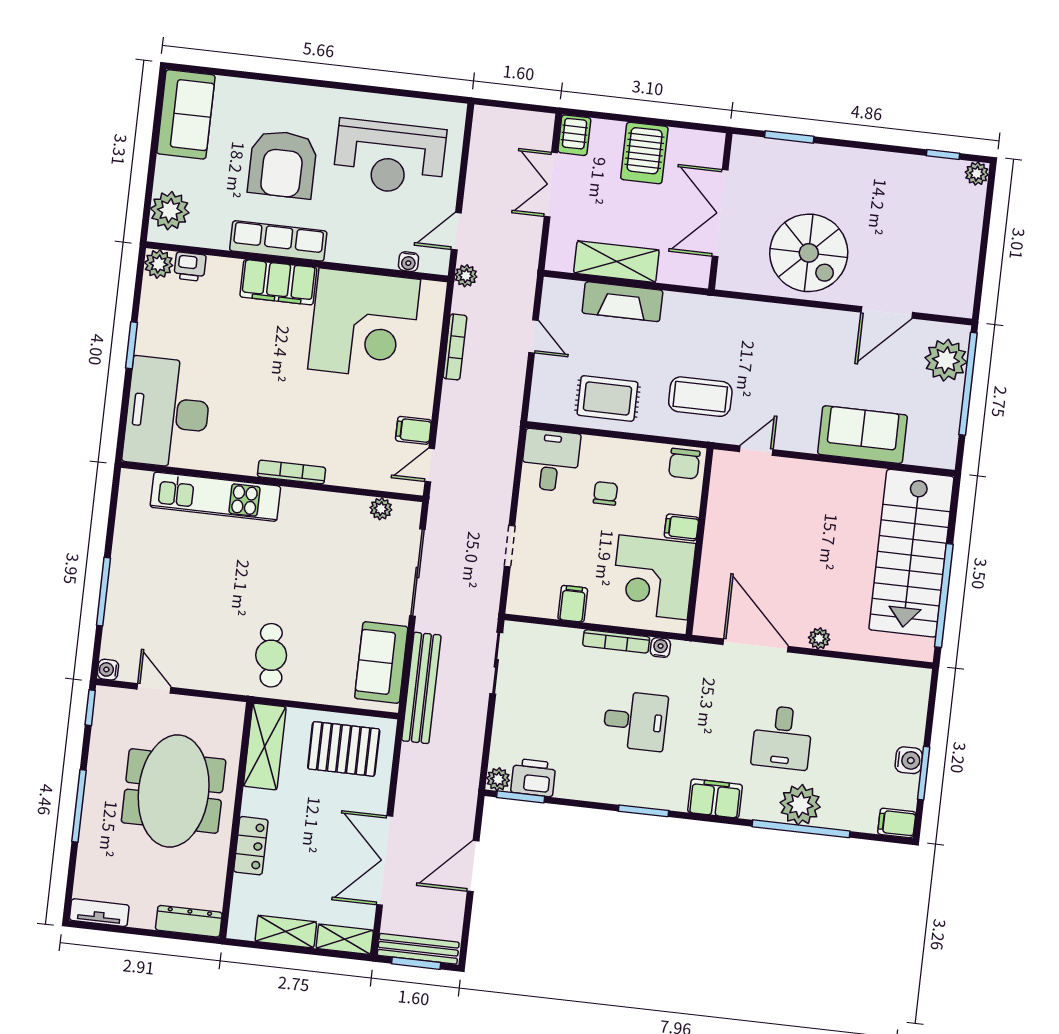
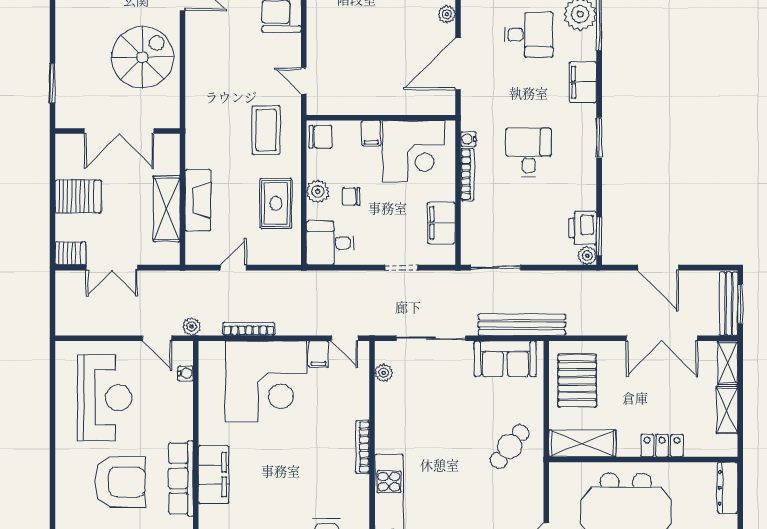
corner desk: (364, 324) -> (266, 382), moved, turned 90
plant: (616, 452) -> (318, 191), added
filing cabinet: (573, 604) -> (442, 223), width x2.00
cafe table: (271, 655) -> (510, 447), turned -46

